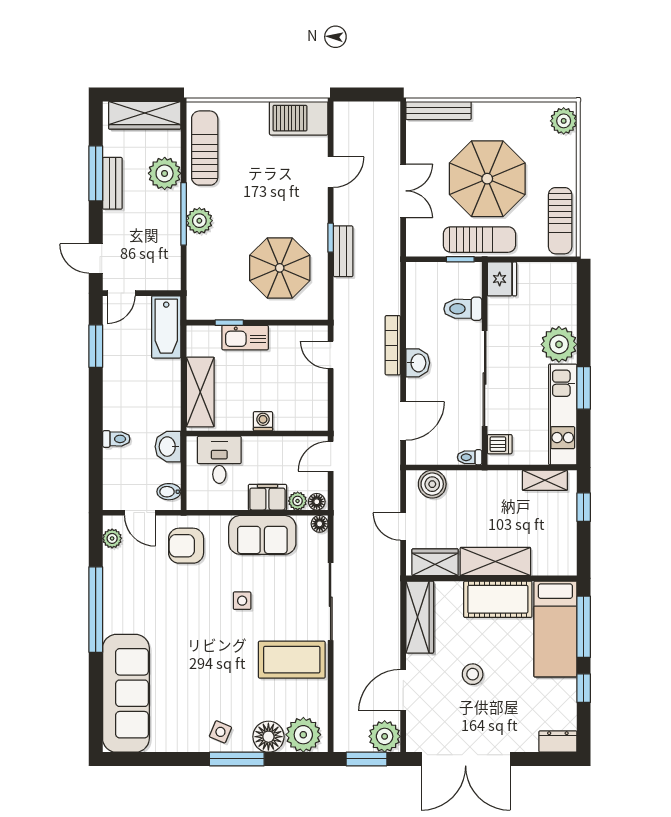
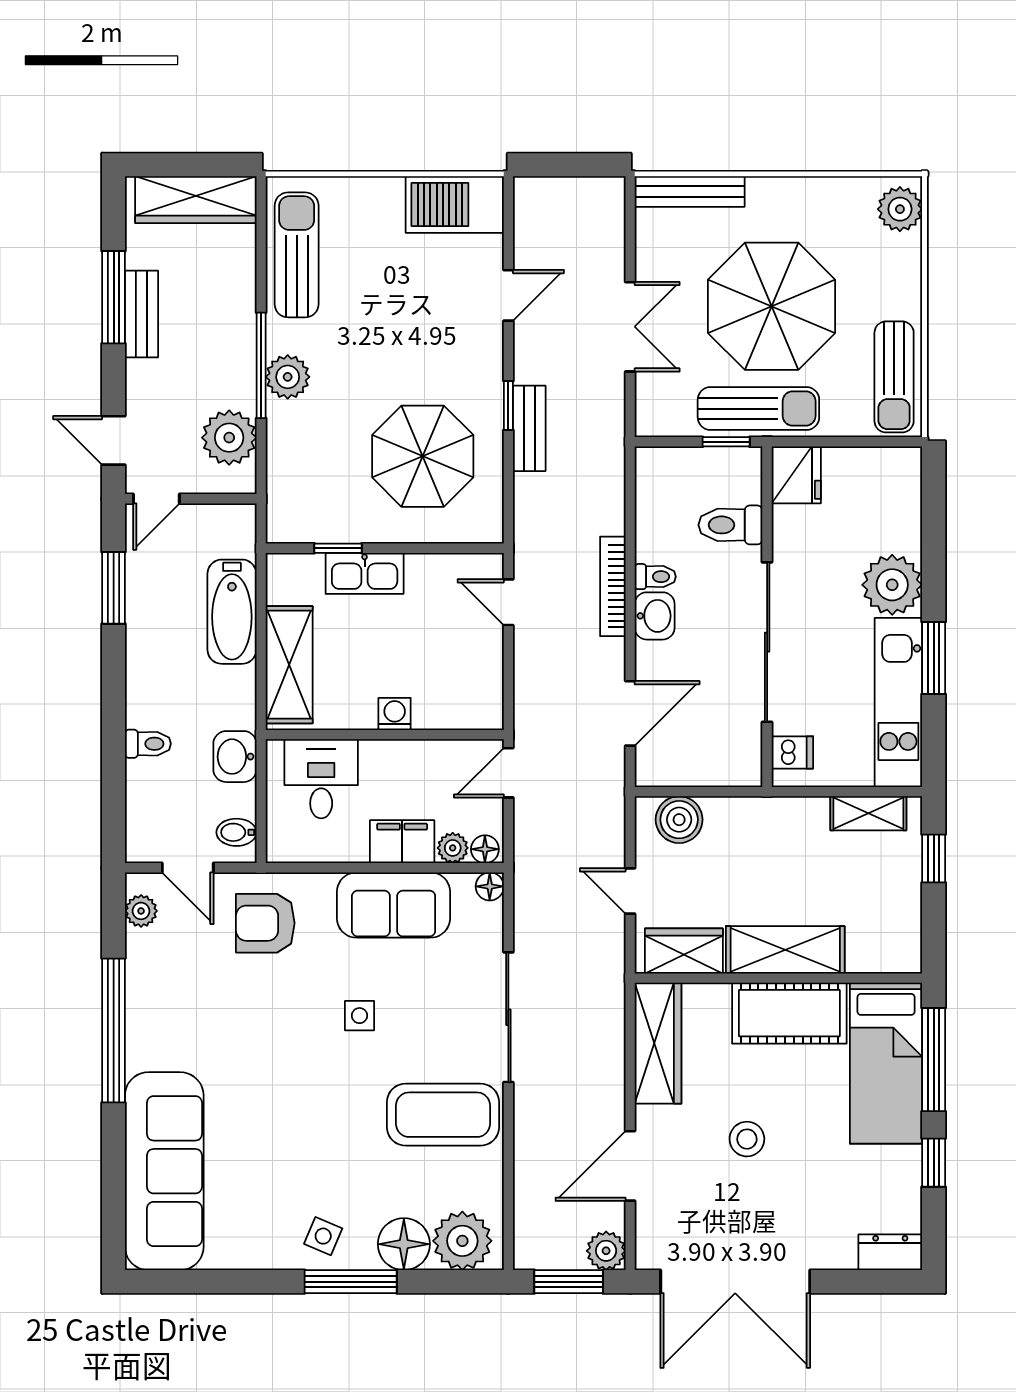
plant: (165, 173) -> (229, 438), moved
bathtub: (166, 327) -> (232, 612), moved
toilet: (470, 457) -> (655, 577), moved, turned 180
plant: (385, 736) -> (606, 1251), width x0.73, depth x0.73

